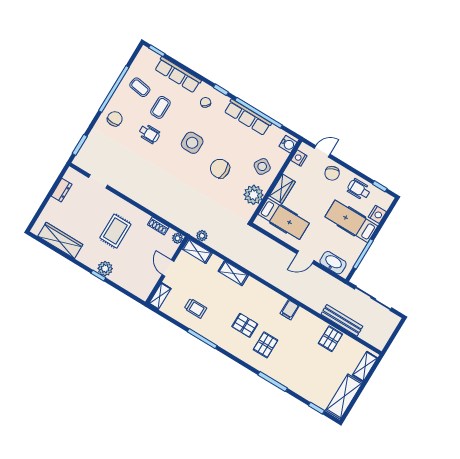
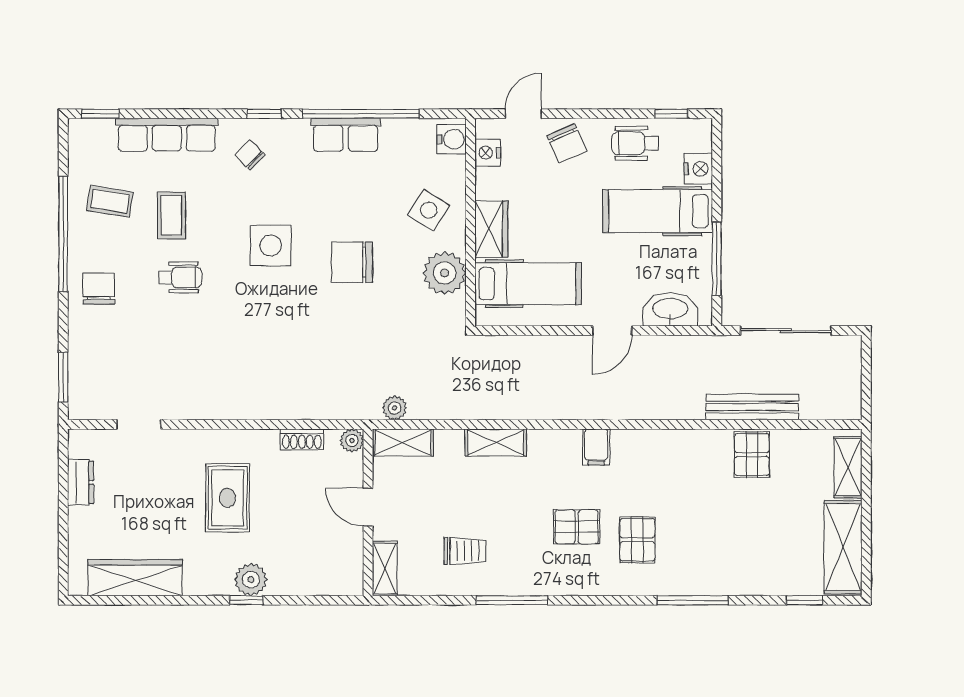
row of seats: (248, 117) -> (346, 135), width x0.68
filing cabinet: (290, 310) -> (596, 447), moved

